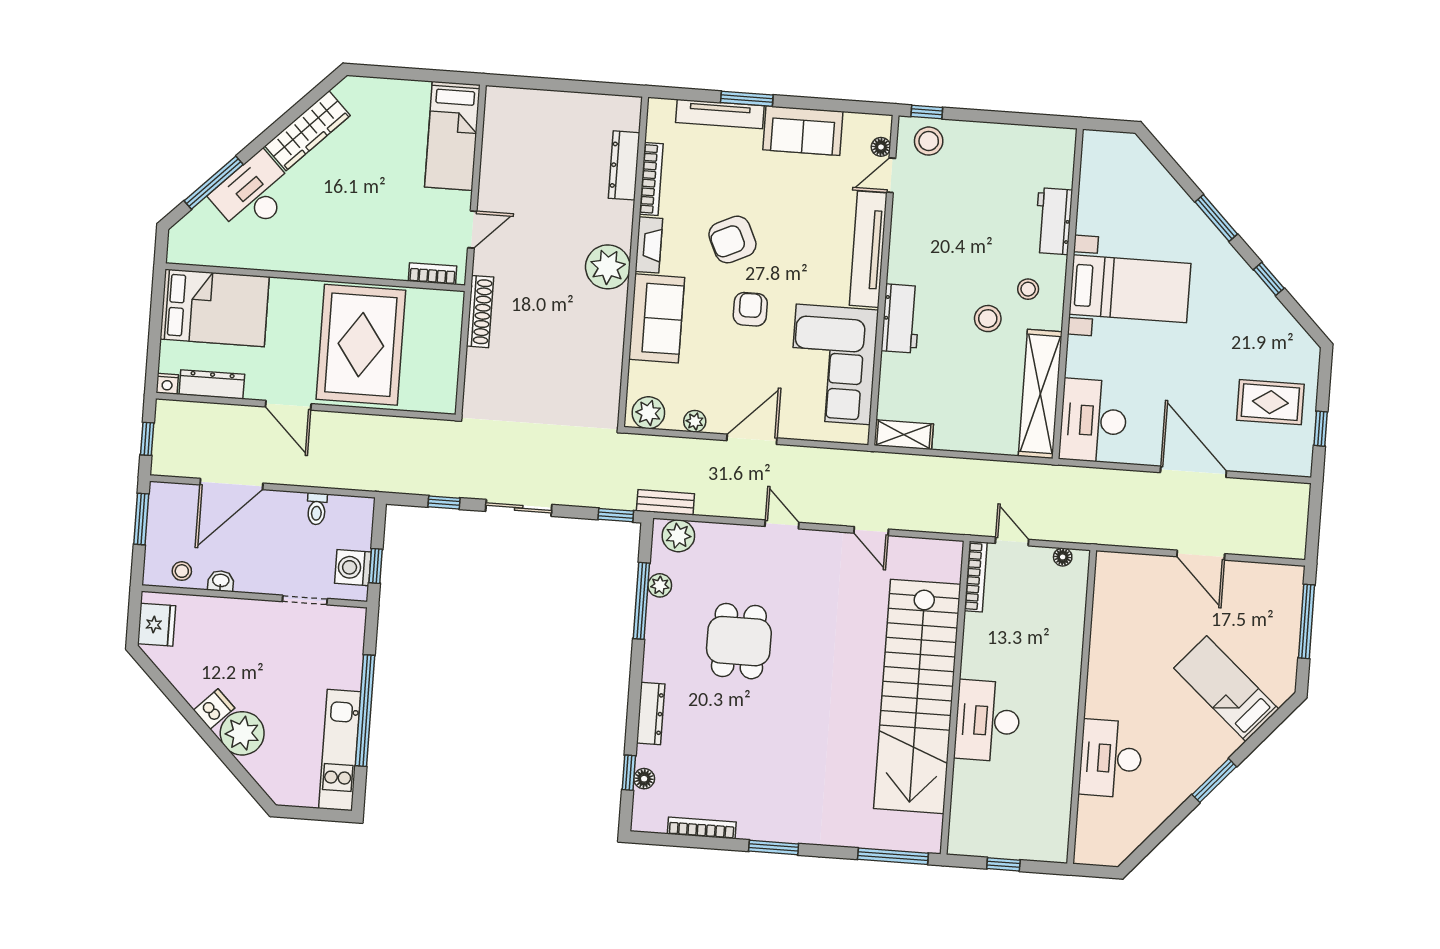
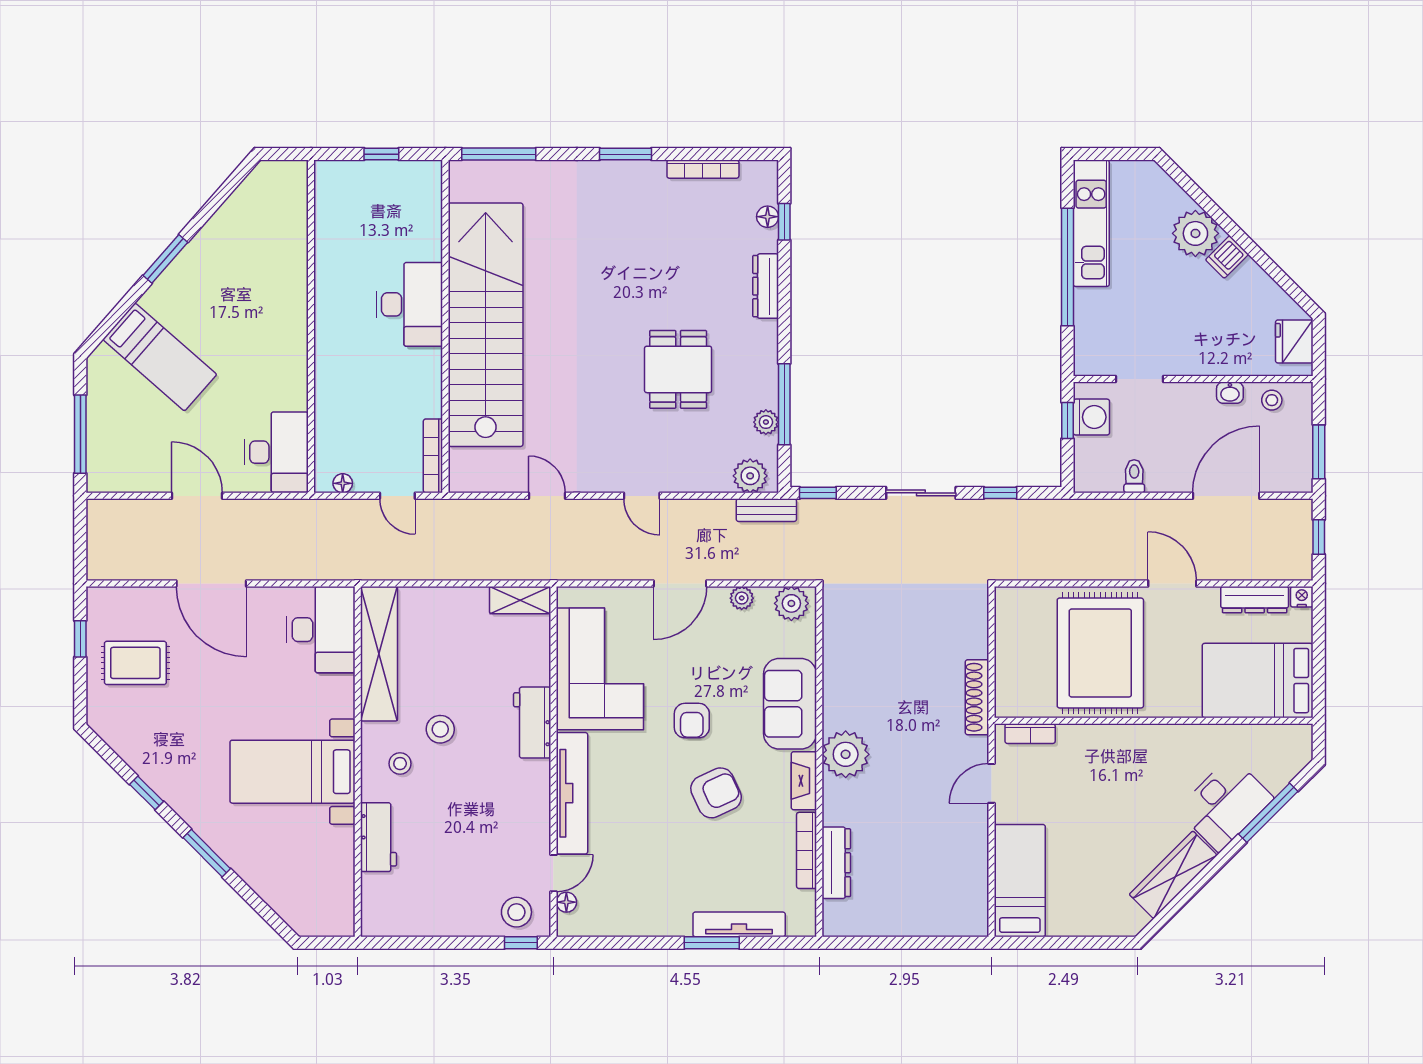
sofa: (803, 131) -> (650, 913), removed
desk: (1111, 758) -> (276, 452), moved

